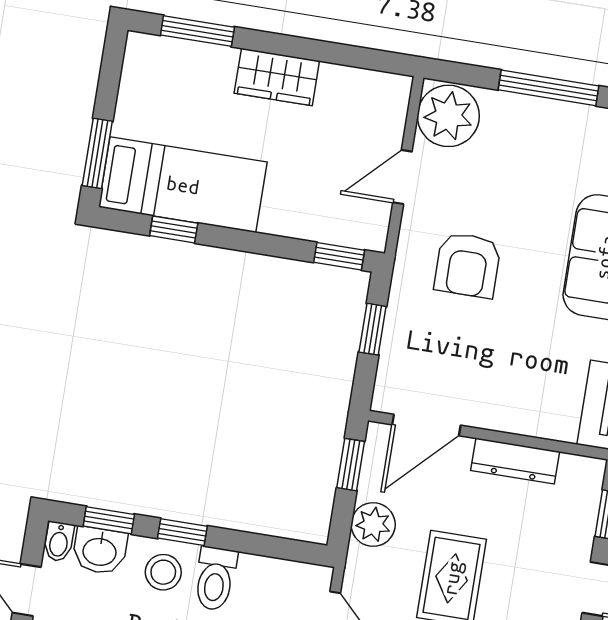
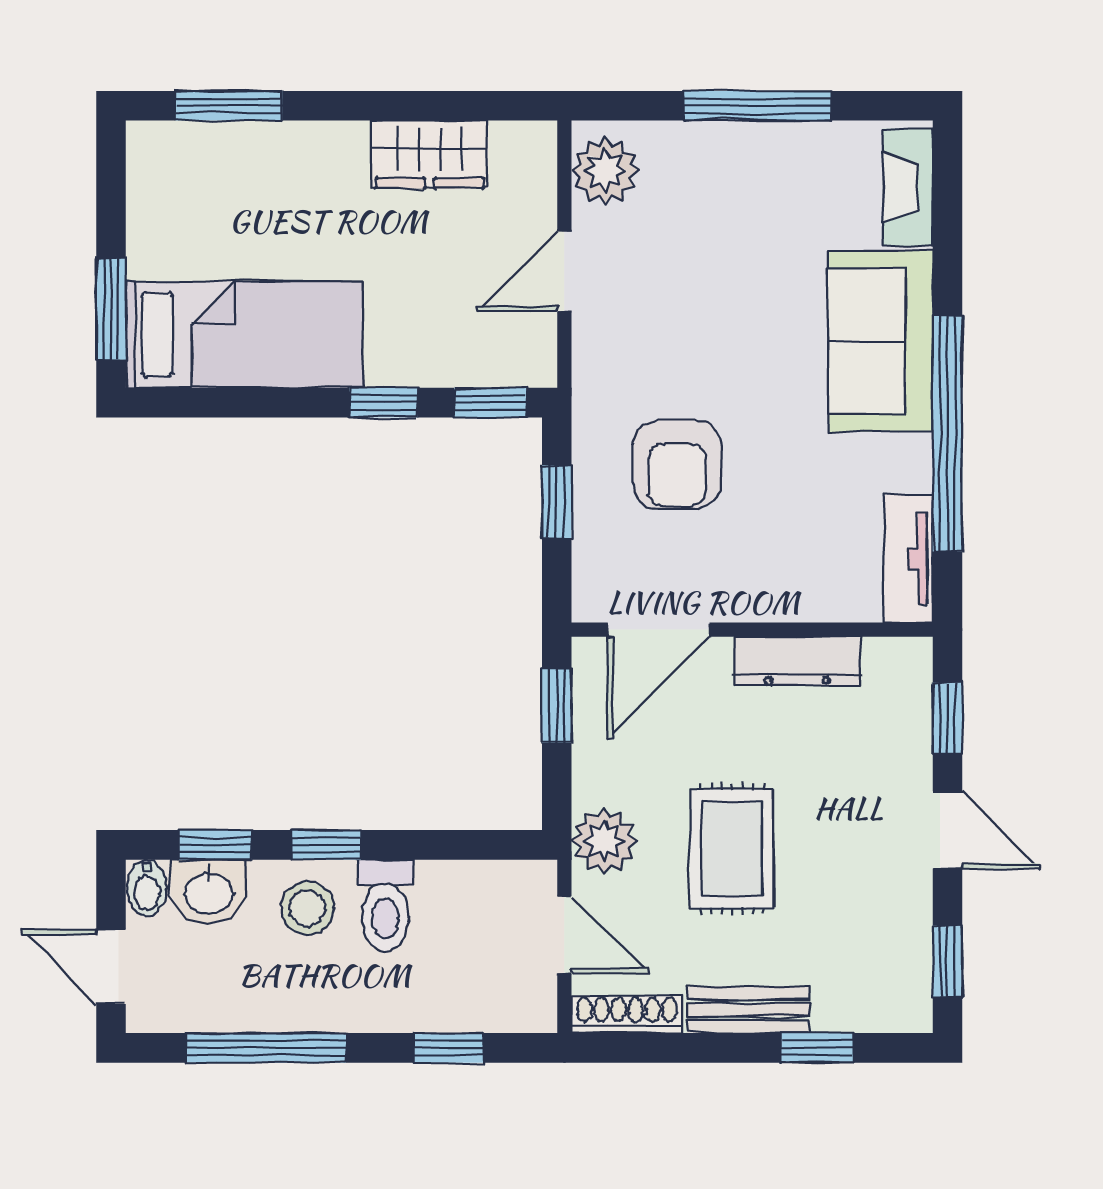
wardrobe: (277, 77) -> (430, 154), moved
plant: (448, 116) -> (605, 171), width x0.73, depth x0.73
window: (174, 229) -> (383, 403), moved
armchair: (468, 265) -> (677, 464), moved
plant: (373, 525) -> (604, 841), moved

